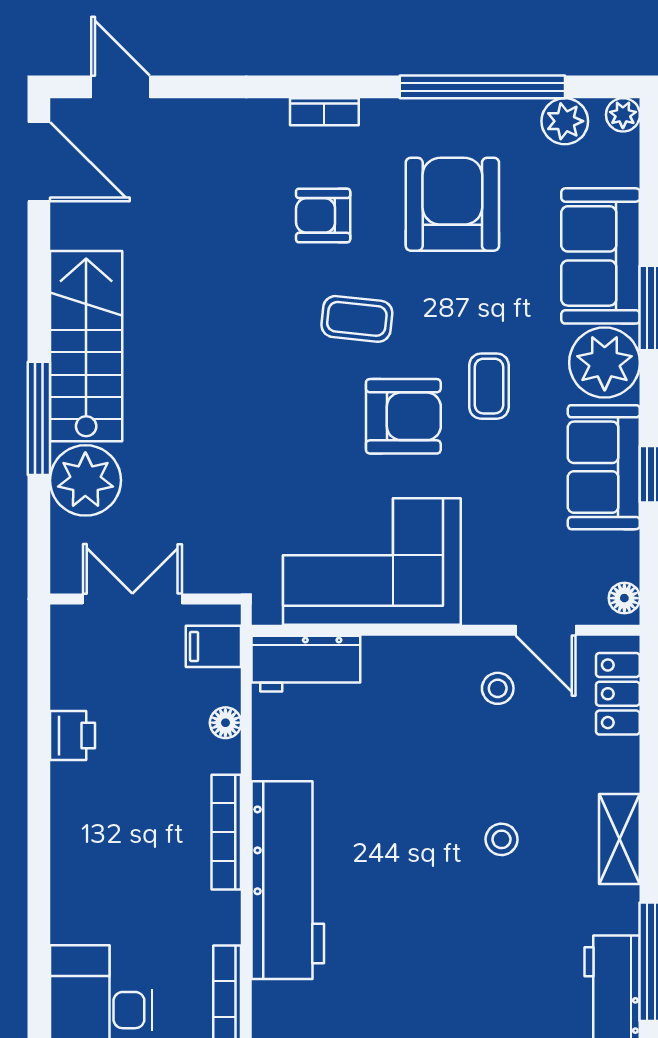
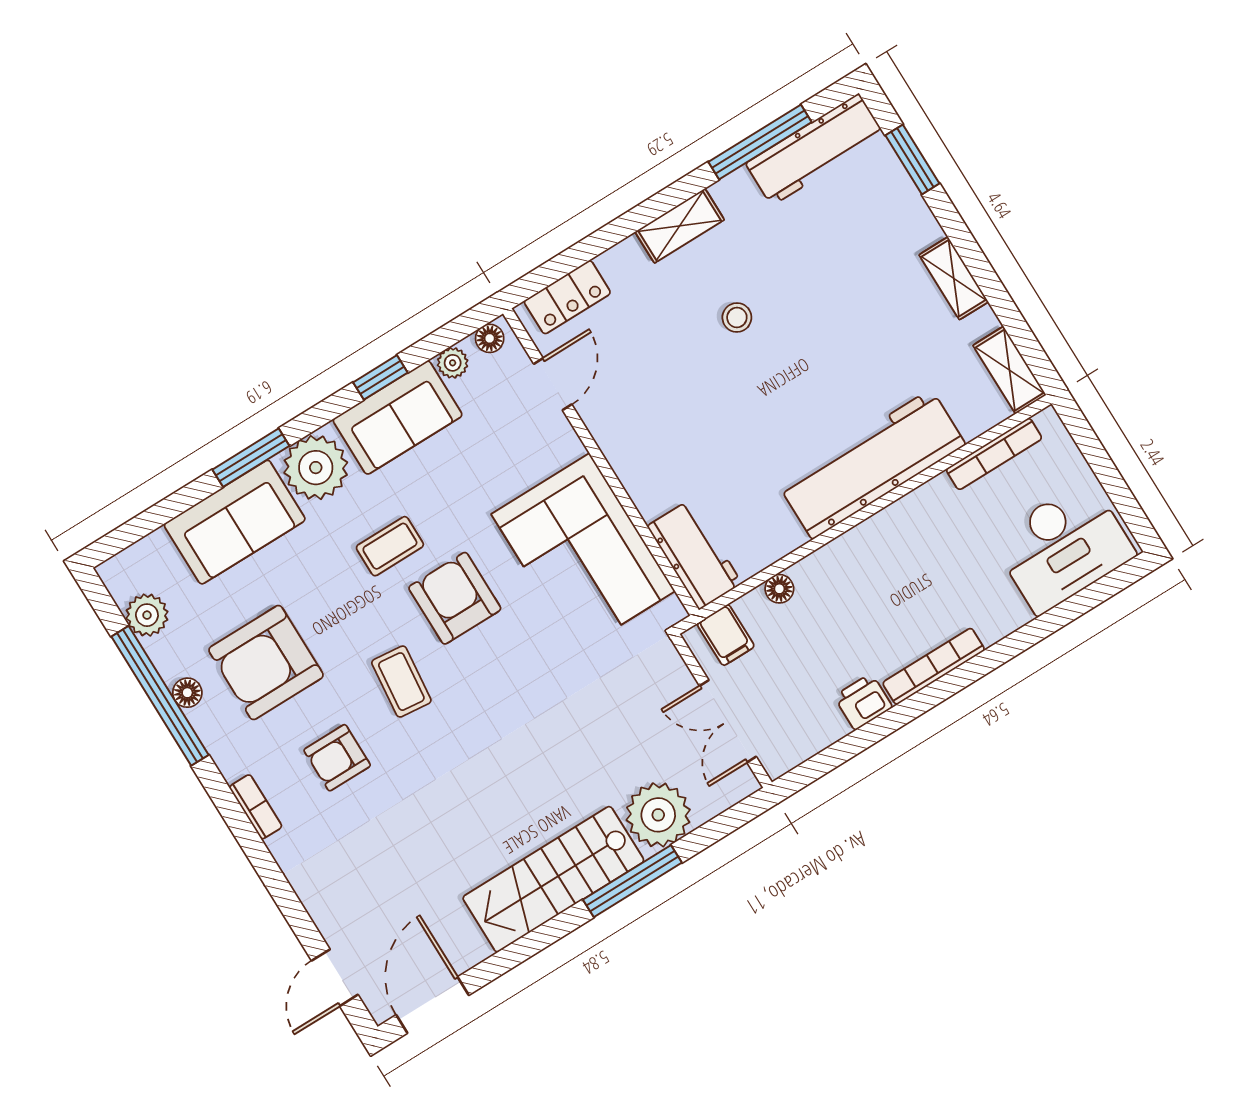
floor lamp: (470, 114) -> (187, 693), added
plant: (623, 115) -> (453, 363), moved
armchair: (323, 215) -> (337, 758), turned 90
stool: (498, 688) -> (621, 393), removed
bookcase: (226, 832) -> (934, 666), moved, turned 180

